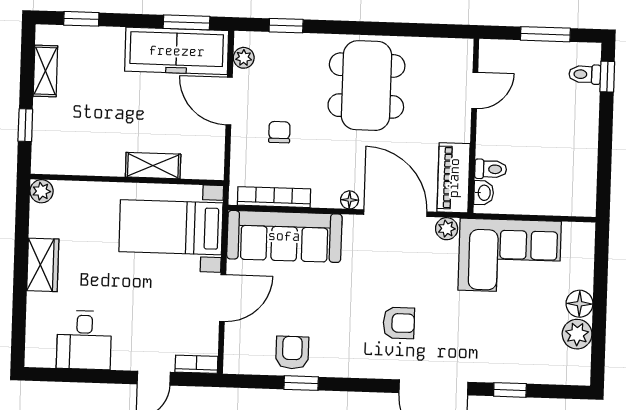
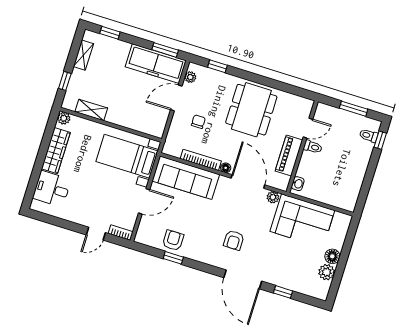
door: (229, 101) -> (176, 98), hinge flipped
shelving: (153, 166) -> (91, 110), moved
toilet: (491, 169) -> (313, 147), moved
piano: (454, 178) -> (289, 155), moved
bookcase: (274, 197) -> (201, 160), moved
wardrobe: (43, 265) -> (56, 151), width x1.50
armchair: (399, 323) -> (234, 240), turned 90
desk: (84, 340) -> (52, 189), moved, turned 90

